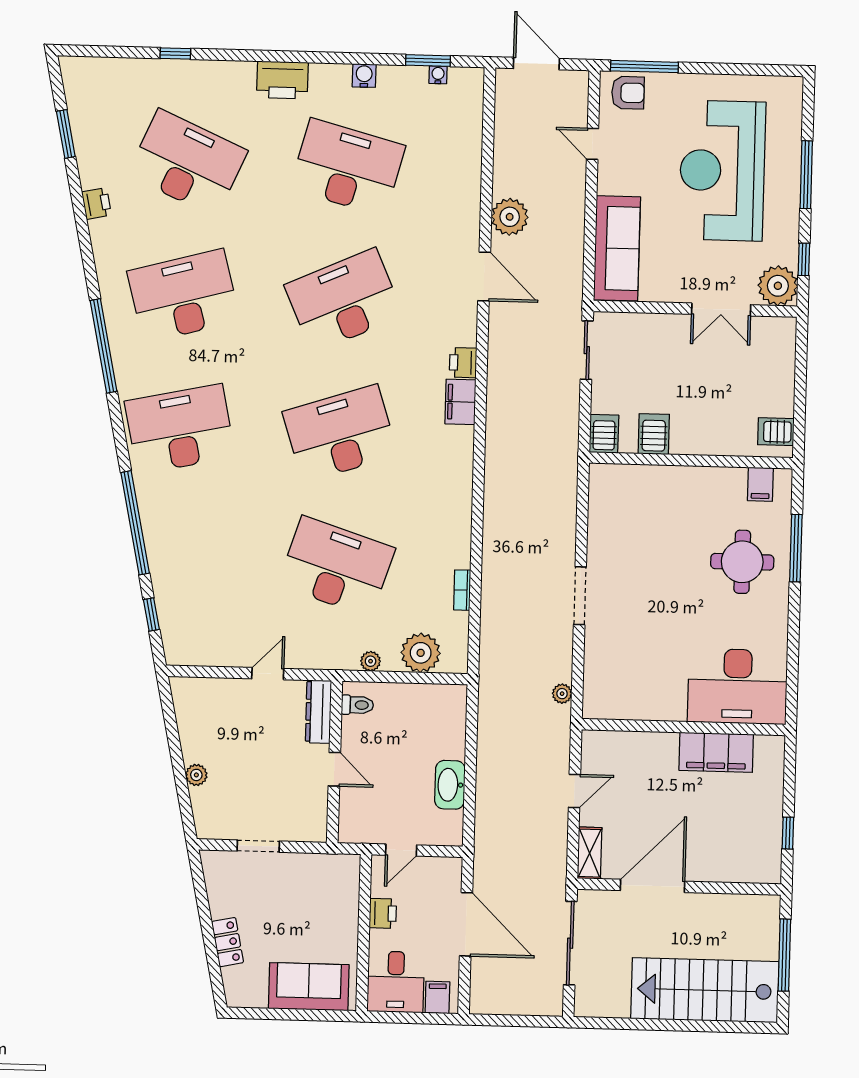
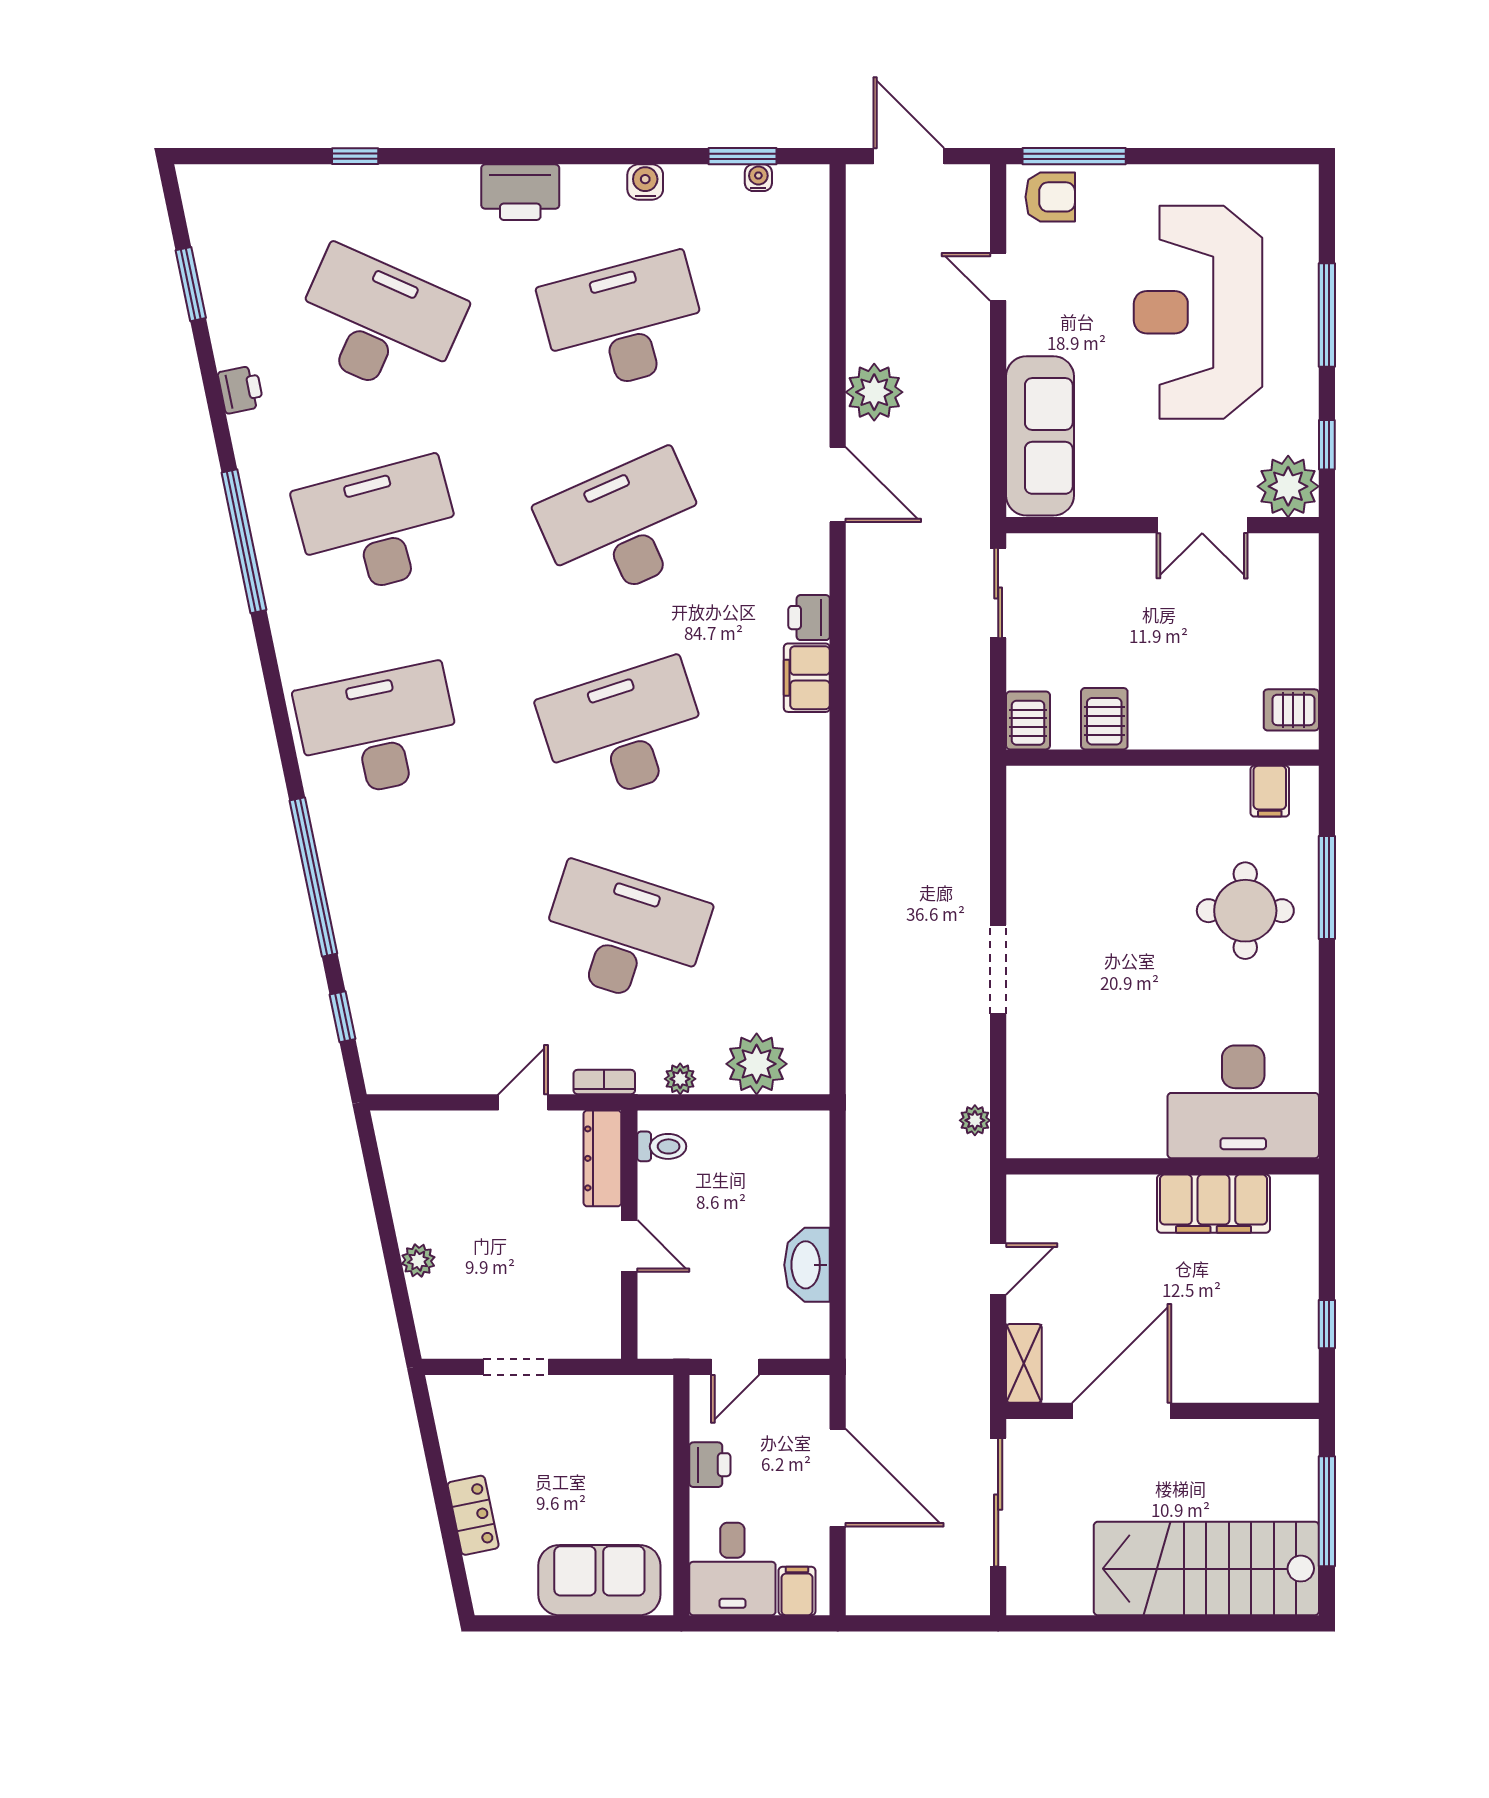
desk: (348, 167) -> (624, 323), turned -30
window: (104, 346) -> (244, 541), moved
bookcase: (462, 590) -> (604, 1082), moved, turned 90

